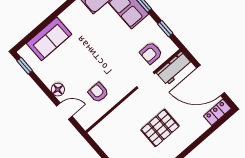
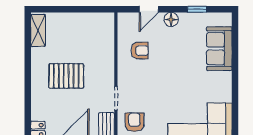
window: (25, 66) -> (197, 9), moved
pallet: (160, 128) -> (66, 76), turned 90

